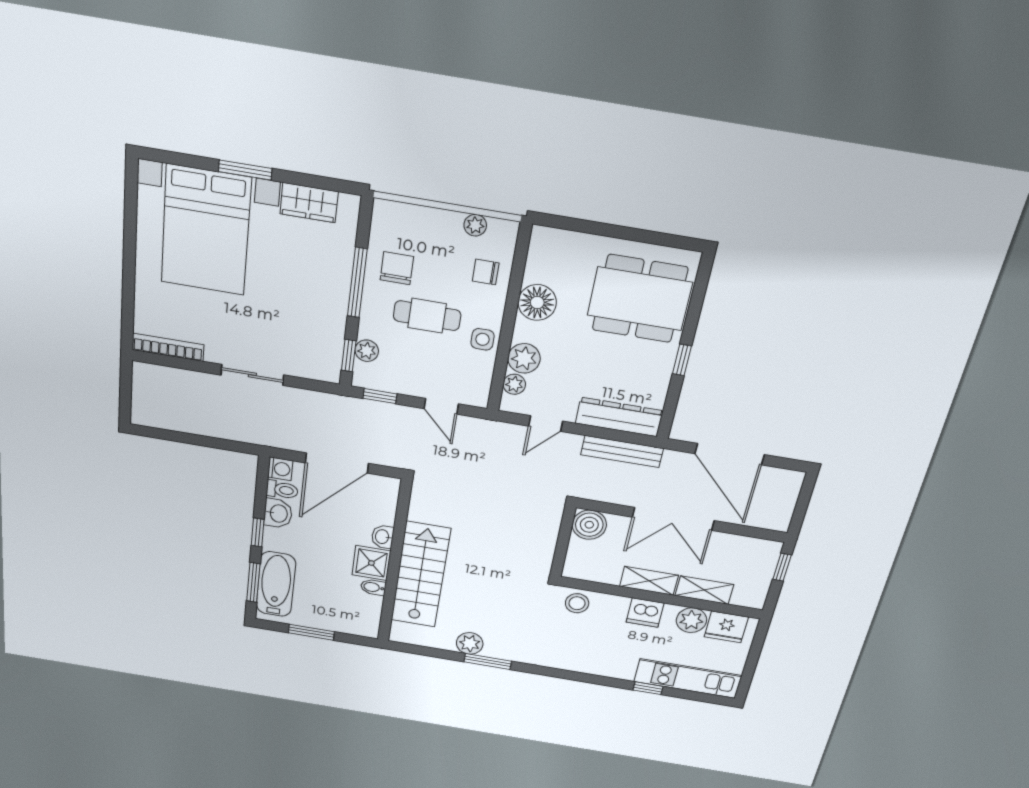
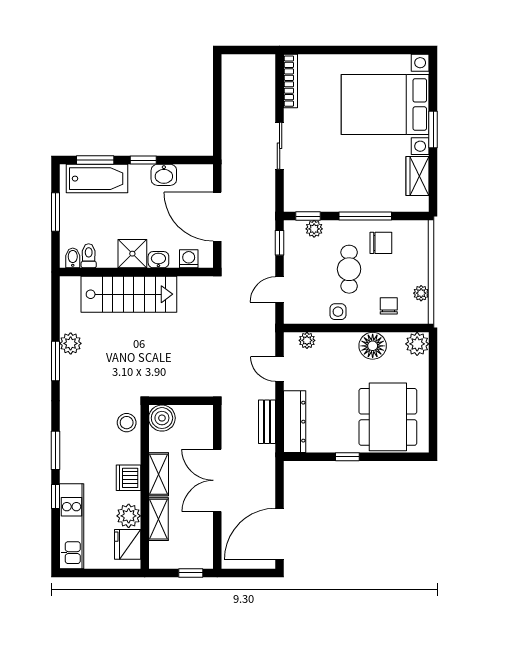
plant: (524, 358) -> (417, 344), moved
bench: (622, 452) -> (267, 422), width x0.73
door: (730, 454) -> (280, 534), moved
washing machine: (280, 469) -> (189, 259), moved, turned 180
toilet: (282, 490) -> (89, 256), moved, turned 180
boiler: (589, 525) -> (162, 418), moved
bidet: (373, 587) -> (73, 258), moved
window: (594, 679) -> (55, 450), added

